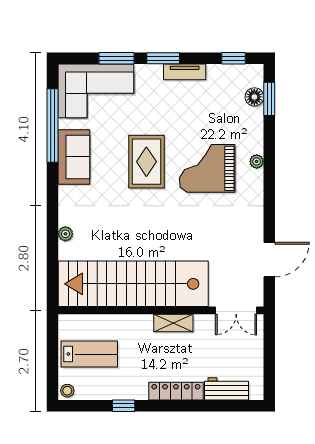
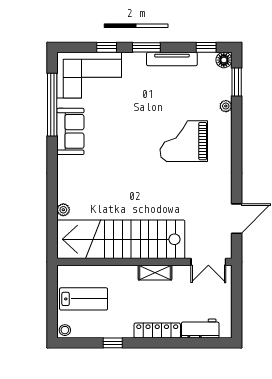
window: (116, 58) -> (107, 47), width x0.67
tv unit: (185, 72) -> (172, 59), width x1.41
floor lamp: (254, 97) -> (224, 60), moved
plant: (257, 161) -> (226, 106), moved
rug: (146, 162) -> (132, 135), removed
plant: (65, 234) -> (63, 210), moved

